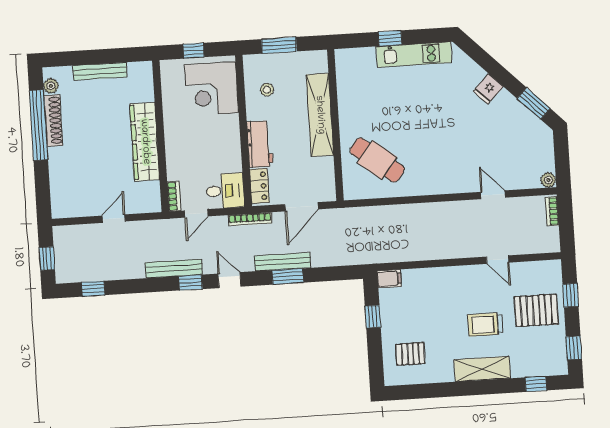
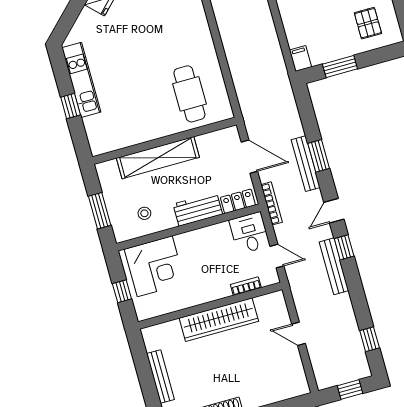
cafe table: (377, 160) -> (189, 94), turned -38
bookcase: (174, 196) -> (246, 286), moved
window: (373, 317) -> (340, 66), width x1.50

